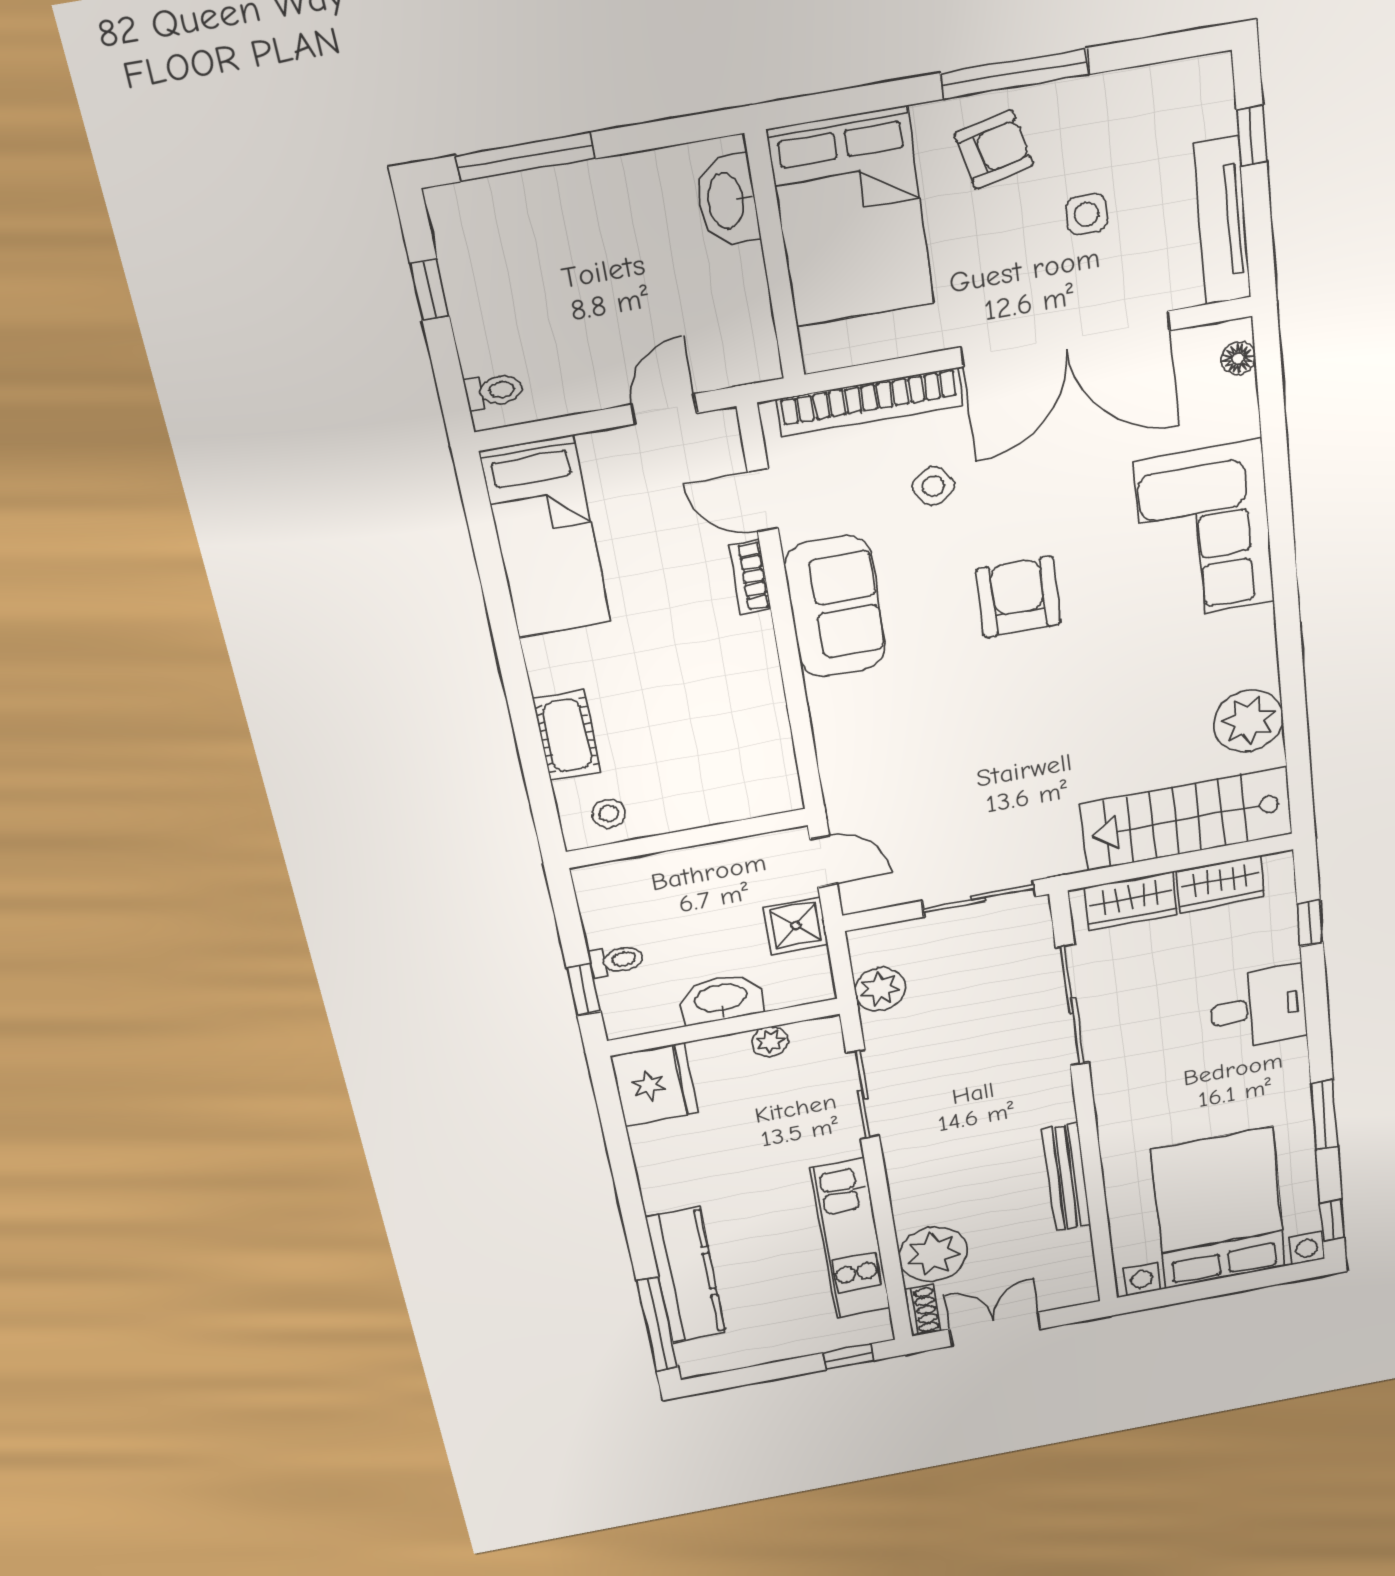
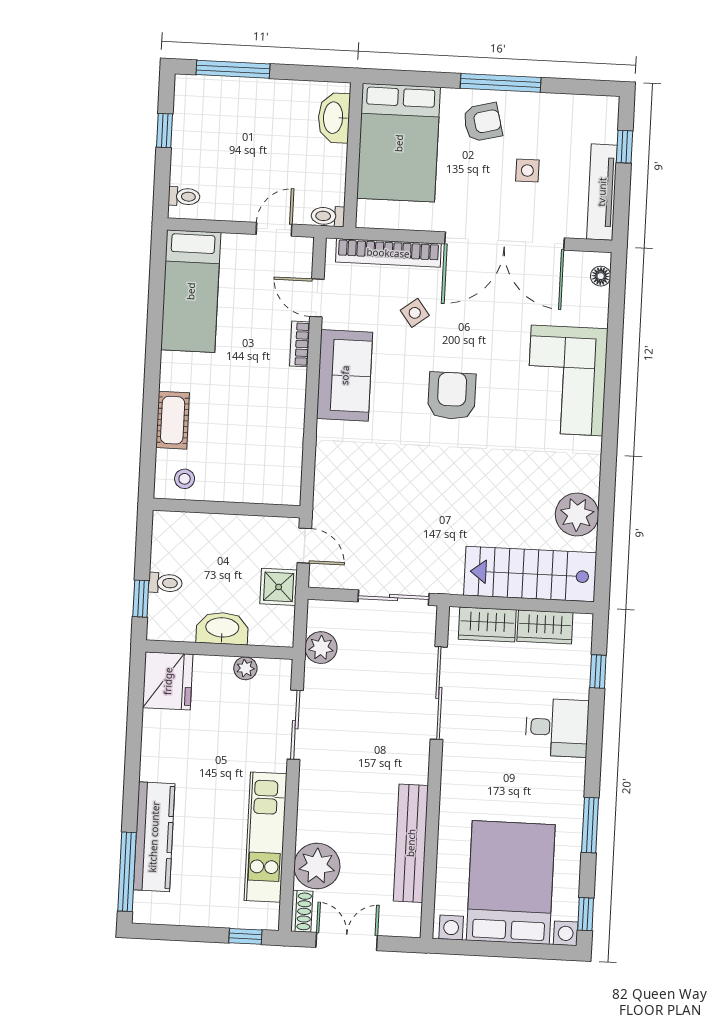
toilet: (753, 367) -> (328, 216), added
bench: (1066, 1177) -> (411, 843), width x1.37, depth x1.21

